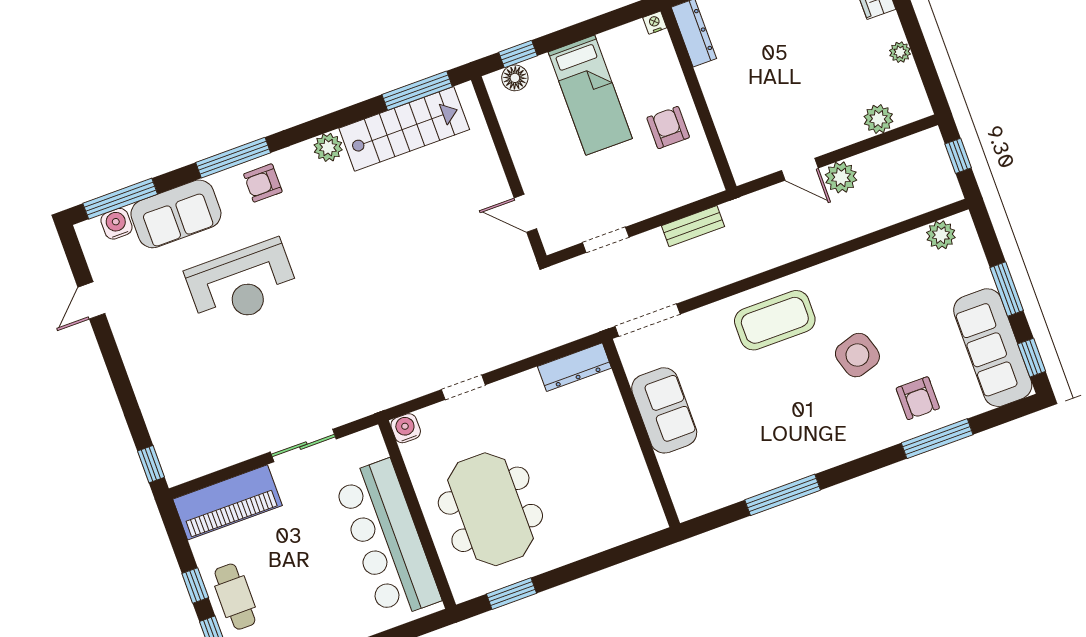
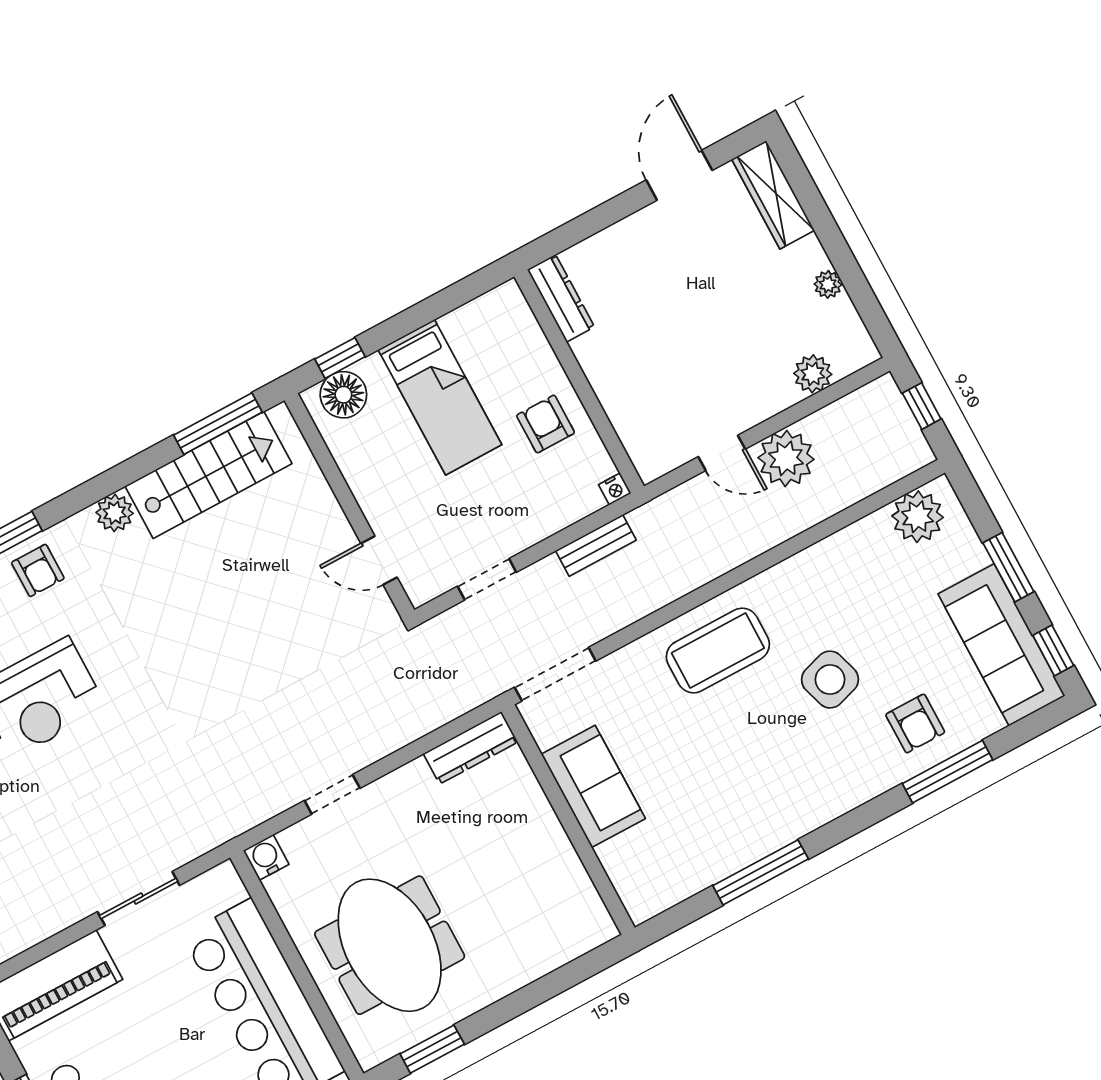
nightstand: (655, 23) -> (615, 489), moved, turned 180
floor lamp: (515, 78) -> (343, 395), width x1.38, depth x1.38
plant: (841, 177) -> (786, 458), width x1.36, depth x1.36
armchair: (263, 183) -> (38, 570), turned -90
plant: (941, 235) -> (918, 517), width x1.36, depth x1.36

